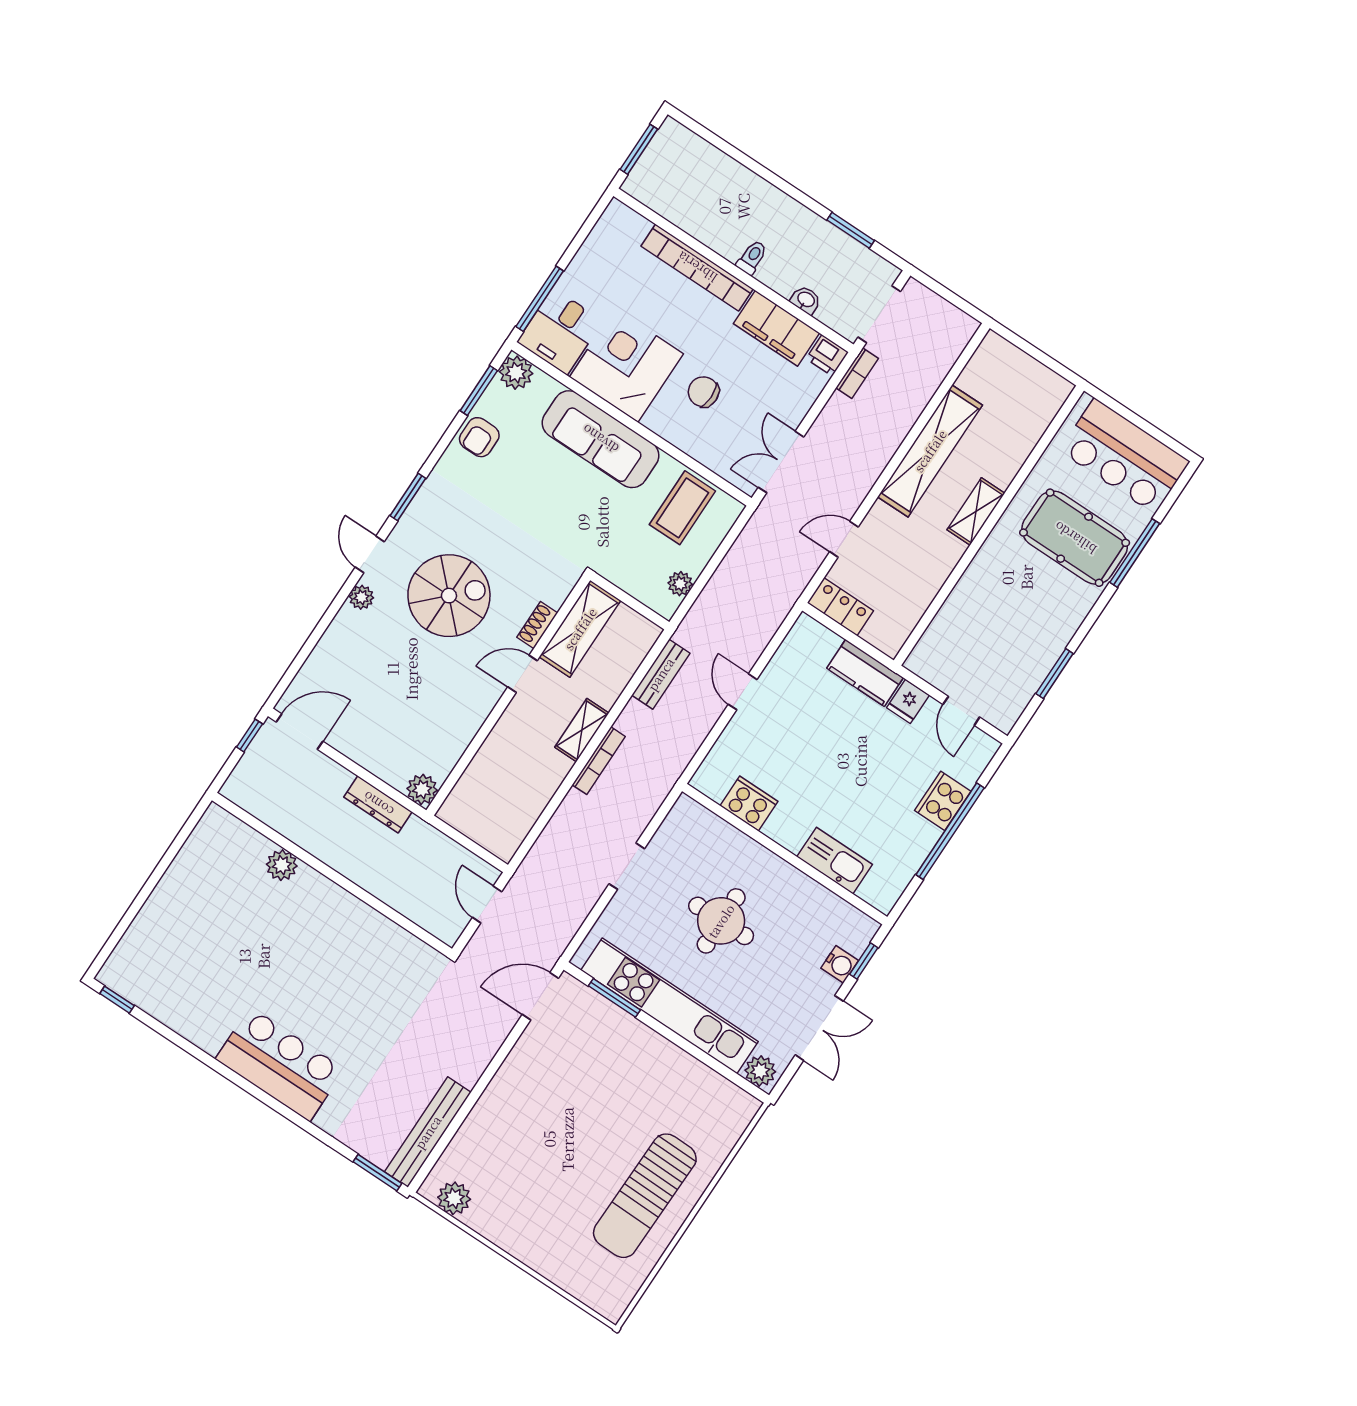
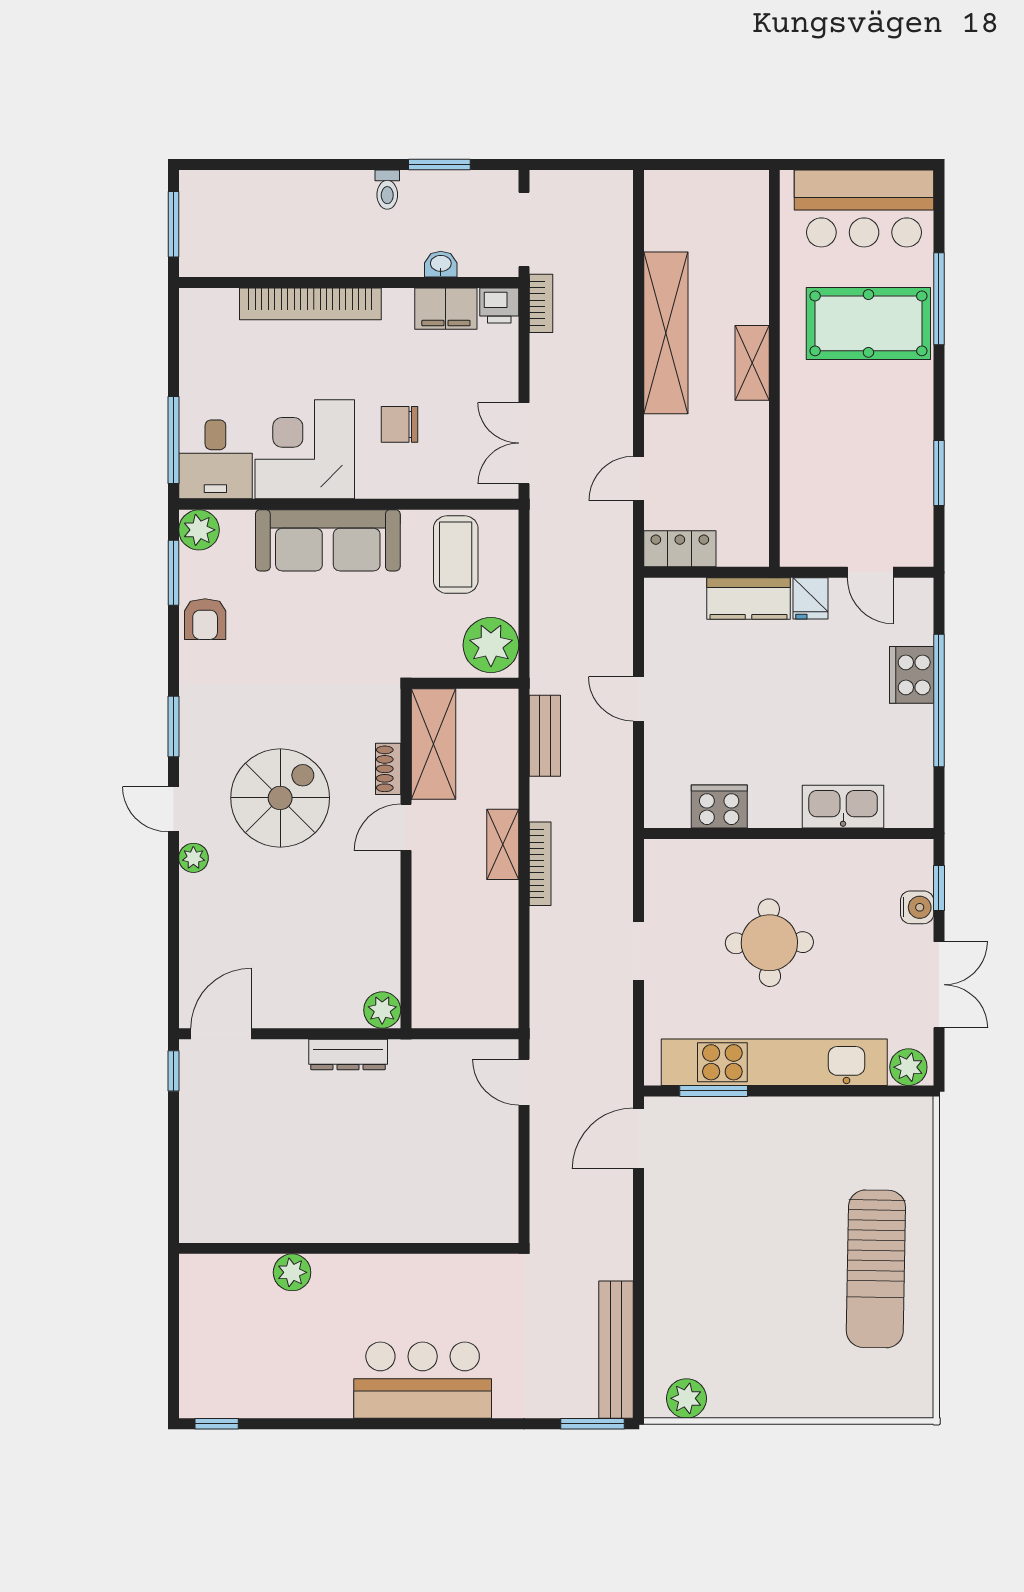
toilet: (752, 257) -> (387, 190), moved, turned 180
filing cabinet: (777, 328) -> (446, 309), width x0.67, depth x0.86
plant: (680, 584) -> (491, 645), width x1.88, depth x1.88
plant: (282, 865) -> (292, 1272), moved
wall: (332, 875) -> (349, 1248), moved

